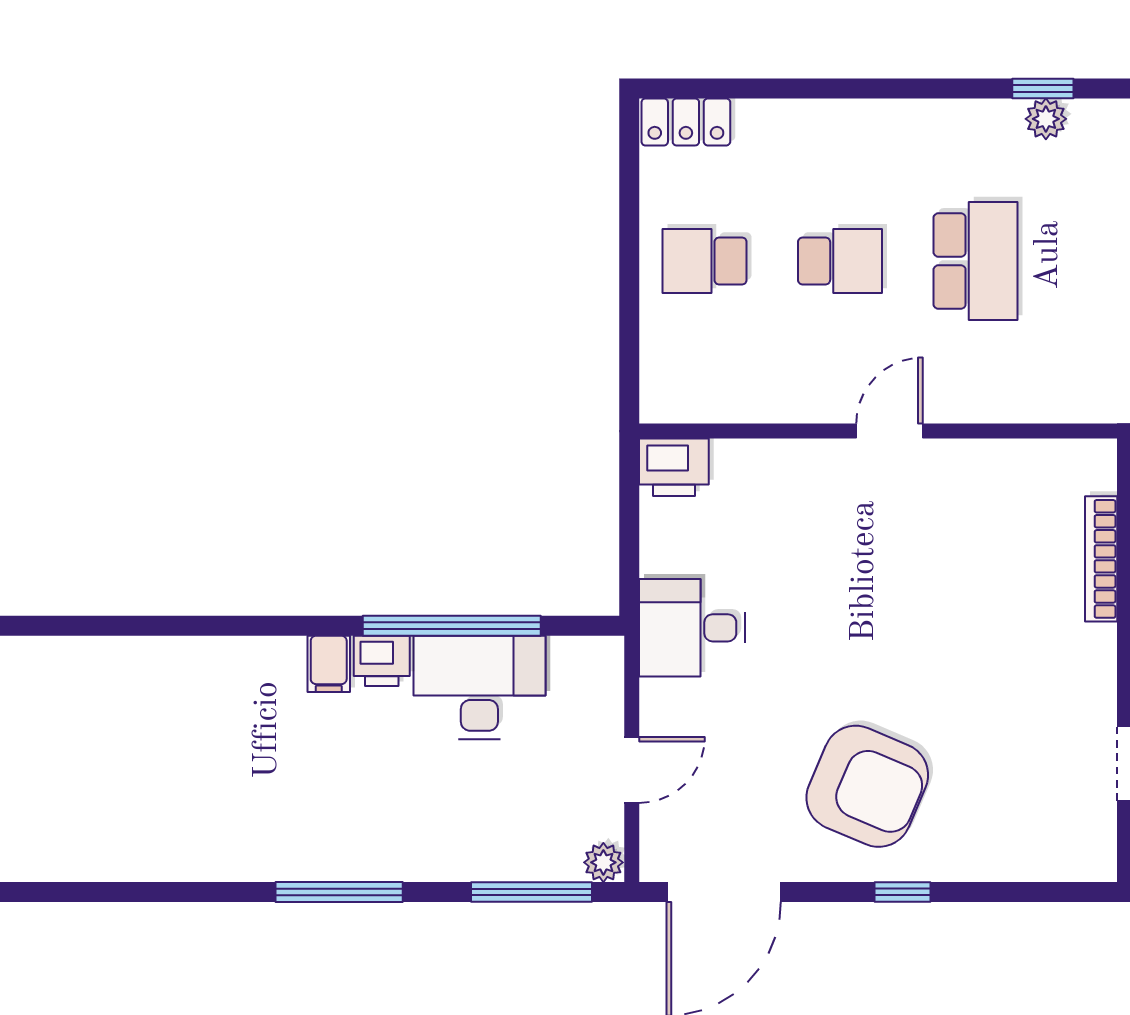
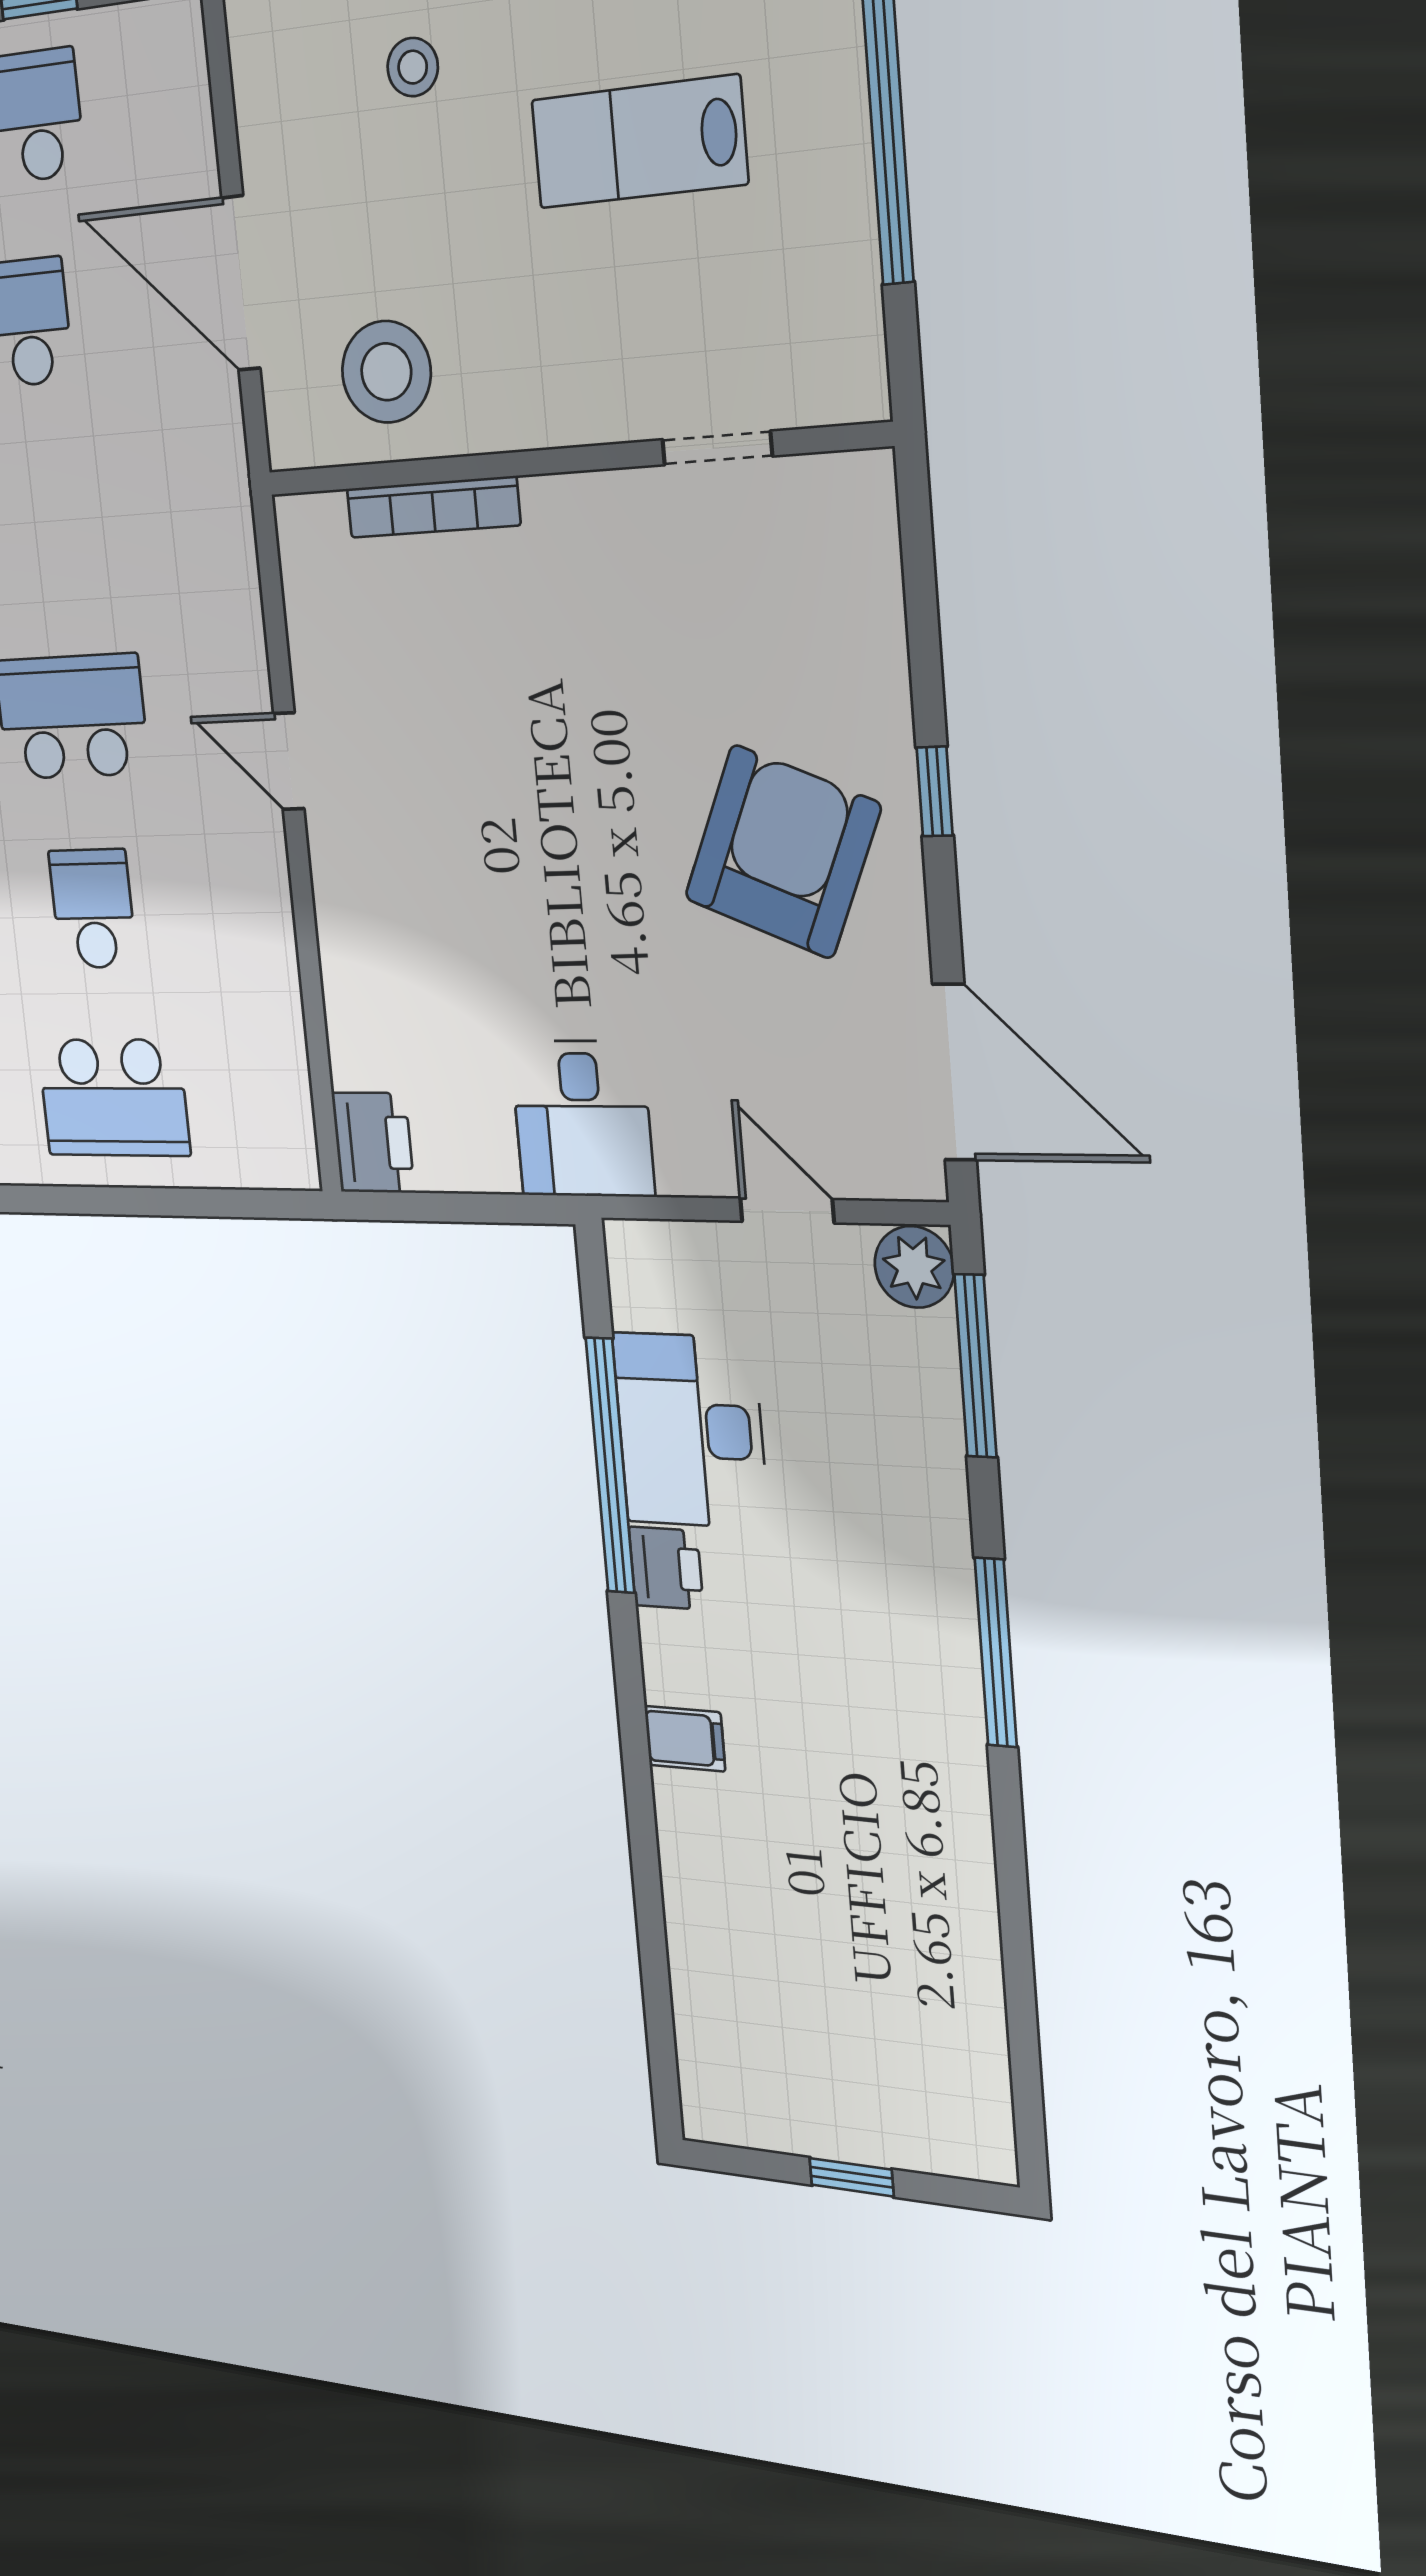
school desk: (705, 261) -> (114, 1098), width x1.85
door: (890, 431) -> (289, 761), moved
filing cabinet: (329, 664) -> (685, 1739), moved
plant: (603, 862) -> (914, 1267), width x1.38, depth x1.38

